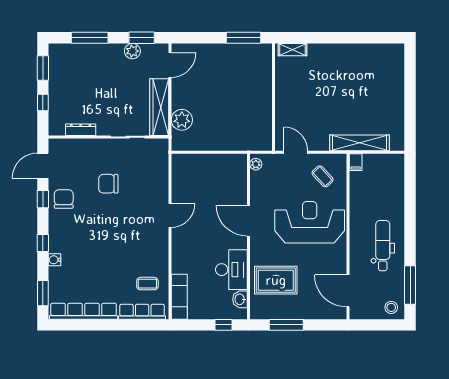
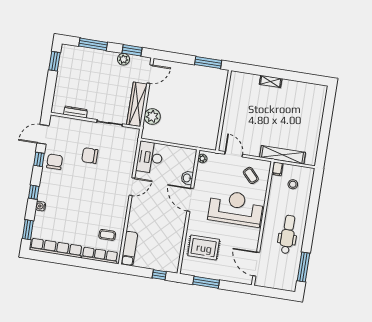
shelving: (292, 50) -> (271, 81), moved
window: (43, 102) -> (50, 87), removed
desk: (231, 270) -> (150, 157), moved, turned 180
washbasin: (240, 299) -> (187, 178), moved
stool: (391, 307) -> (293, 184), moved

